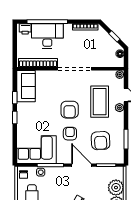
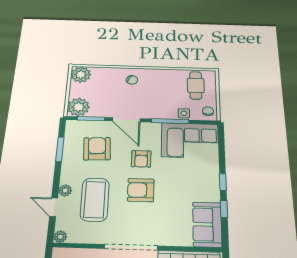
armchair: (70, 110) -> (141, 190), turned -90
plant: (116, 188) -> (78, 107), moved

